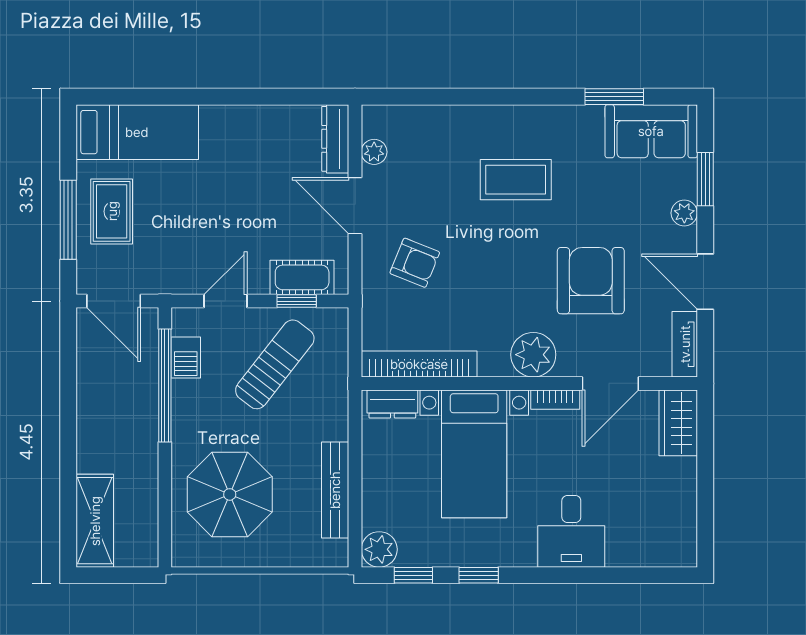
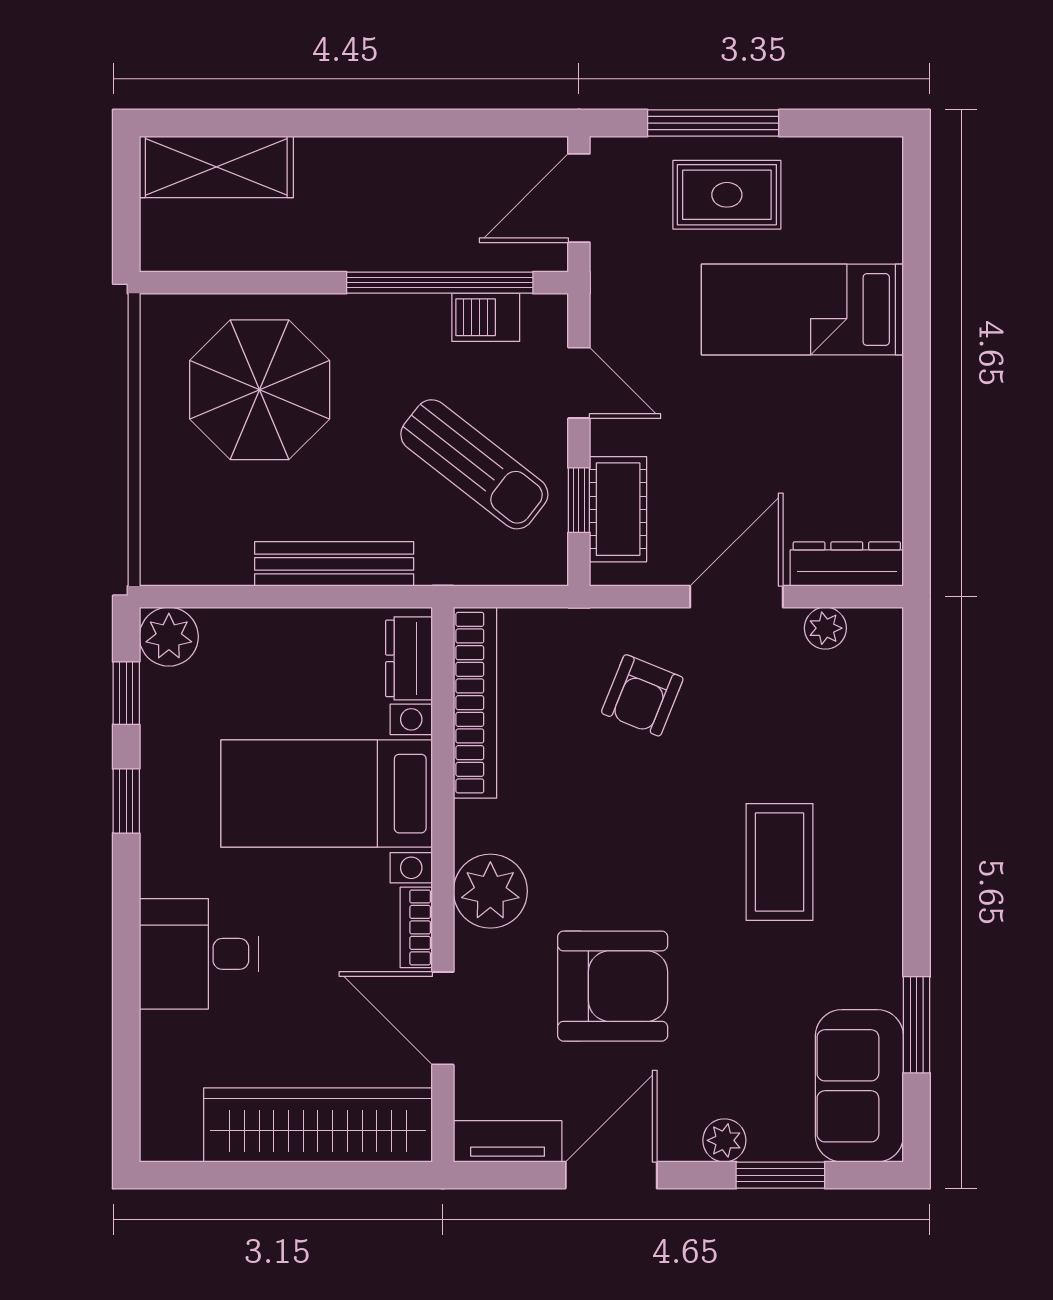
bed: (137, 132) -> (802, 310), moved, turned 90
wardrobe: (678, 423) -> (318, 1125), width x2.10, depth x1.17
bench: (335, 490) -> (334, 564), moved

